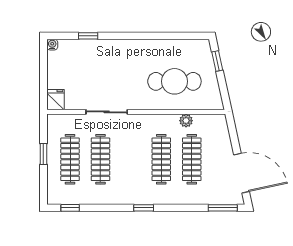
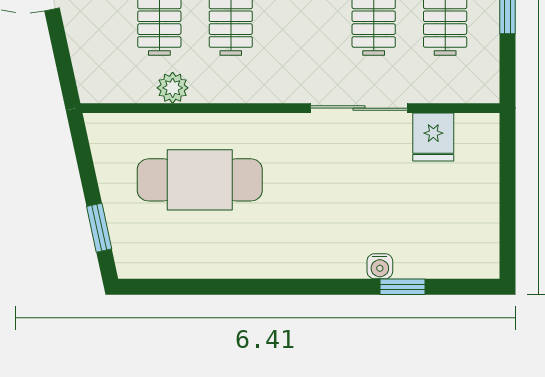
water cooler: (52, 45) -> (380, 266), moved
fridge: (55, 100) -> (433, 137), moved

